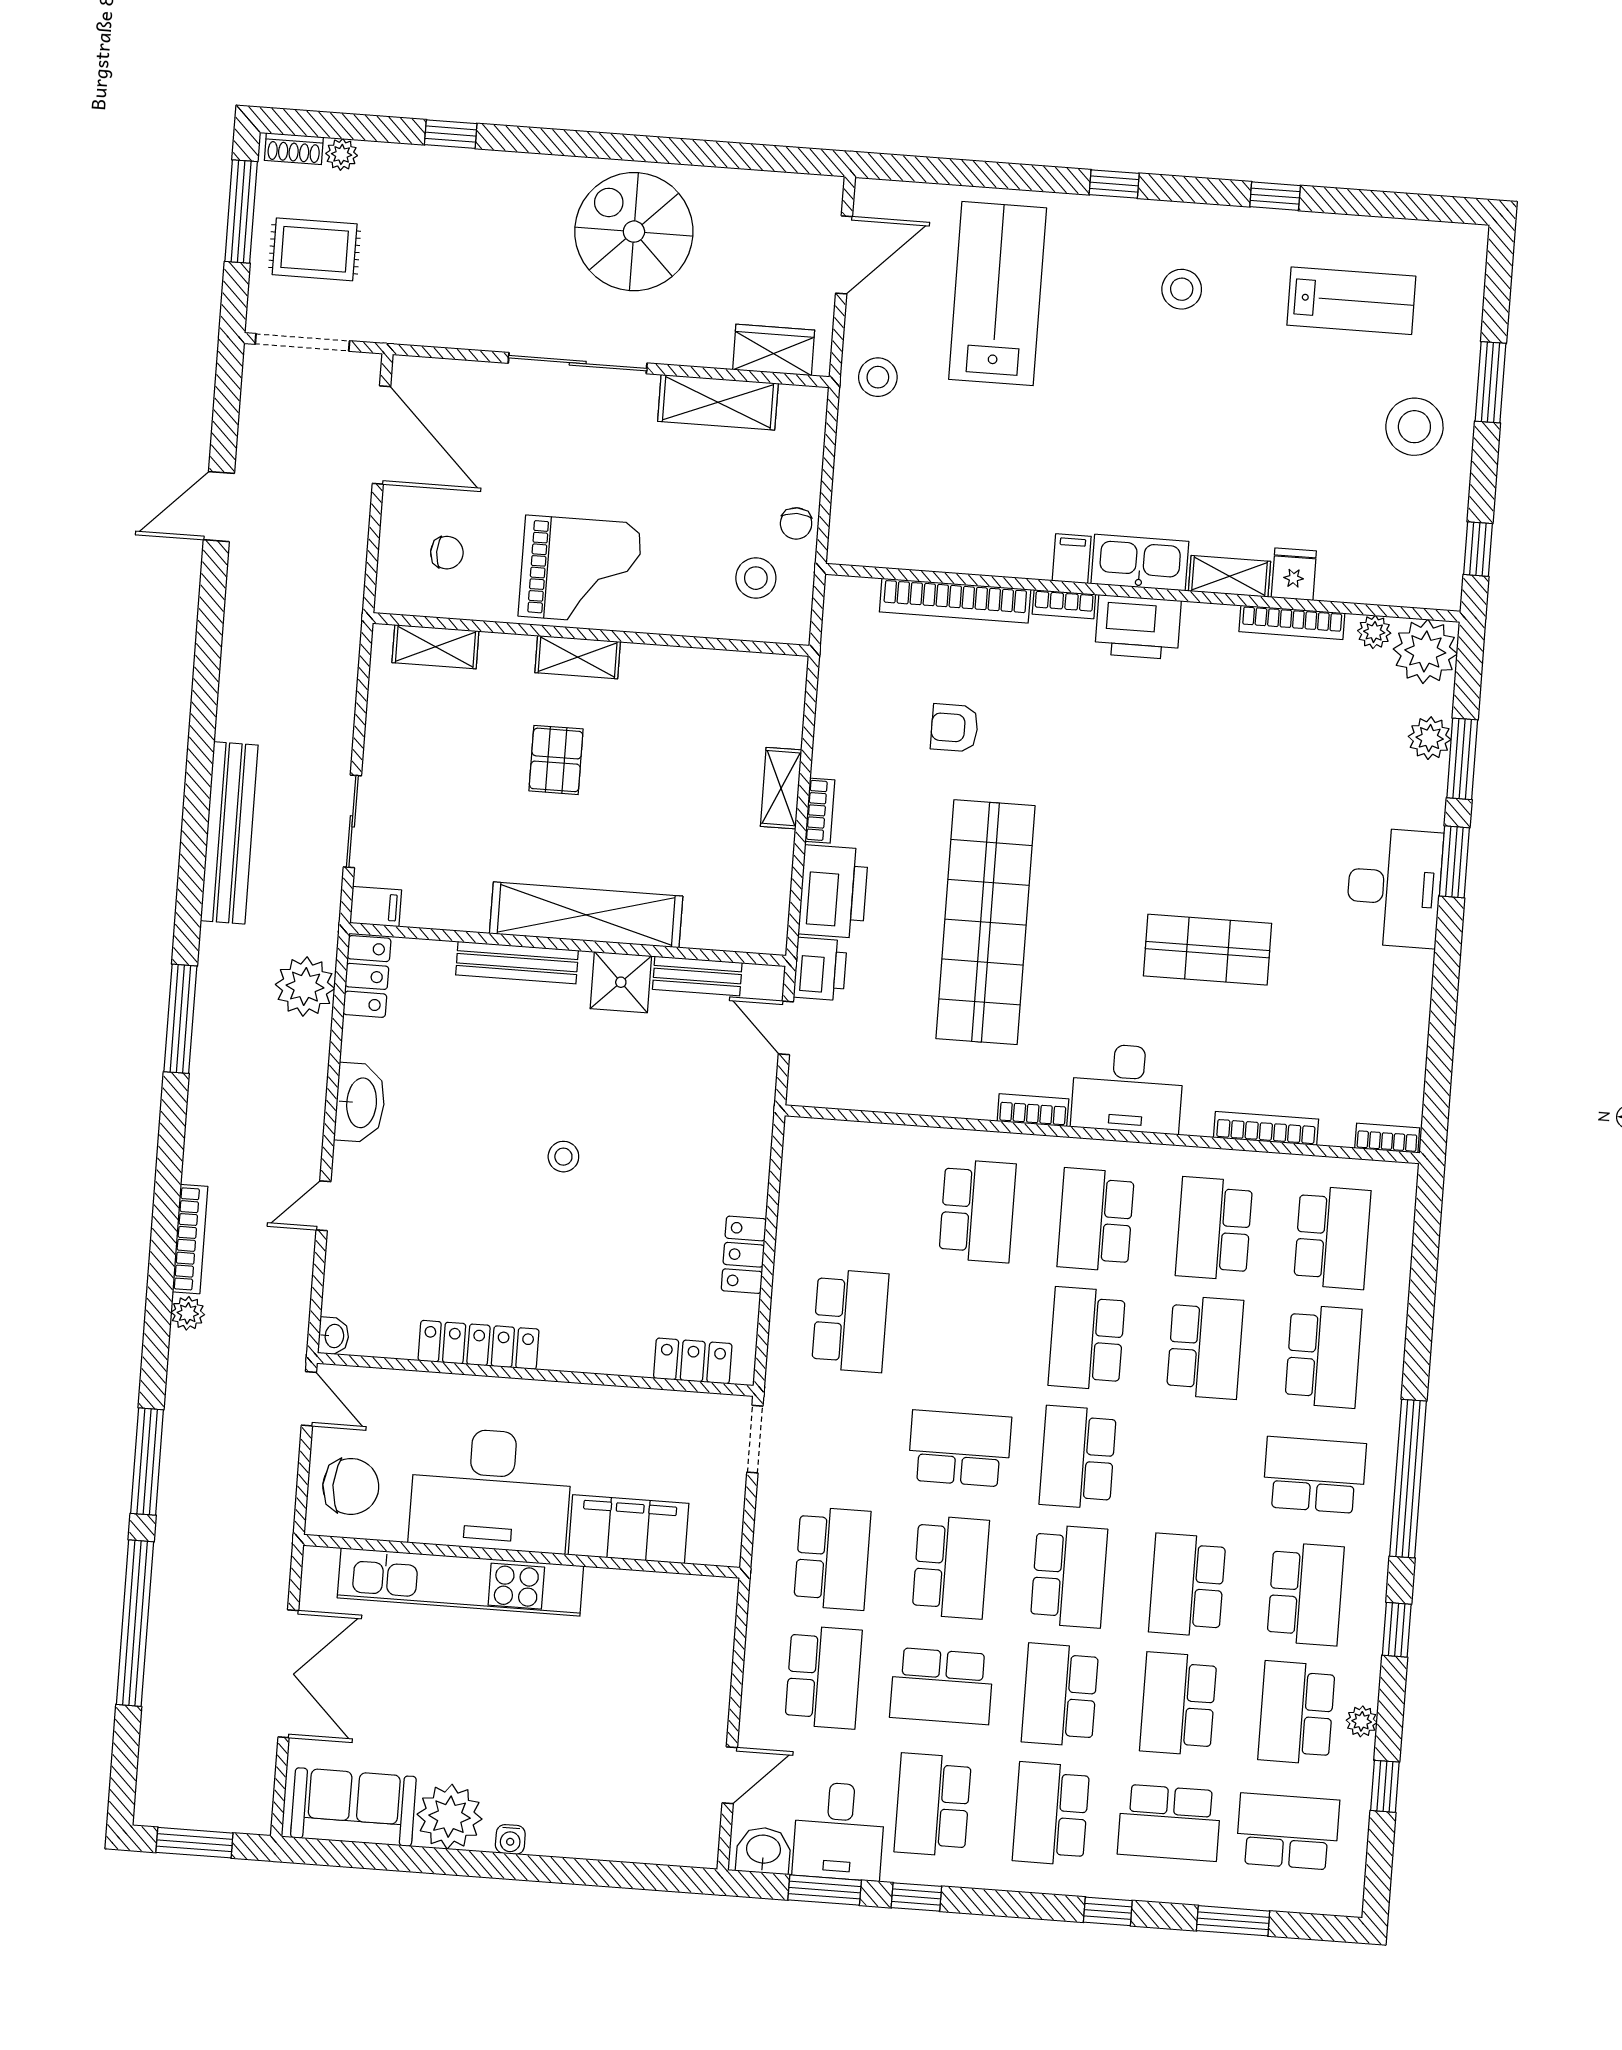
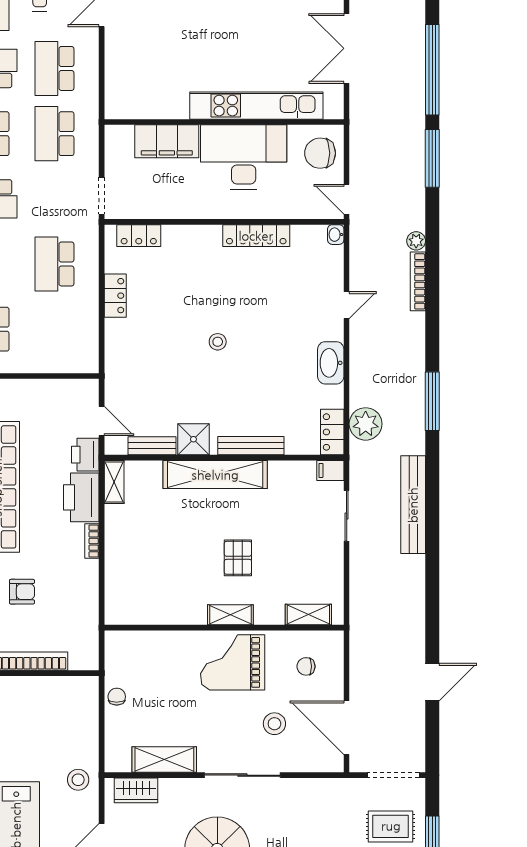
stool: (756, 578) -> (274, 724), moved
shelving: (781, 788) -> (114, 482), moved

